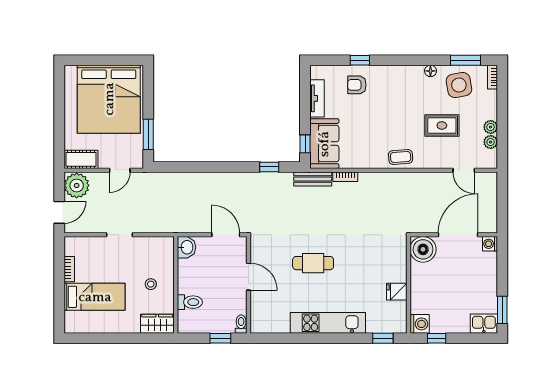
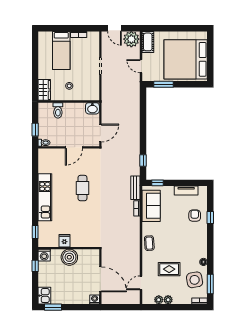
rug: (442, 125) -> (169, 269), turned 90
sofa: (324, 144) -> (151, 206), moved, turned -90
boiler: (423, 249) -> (69, 257), moved

